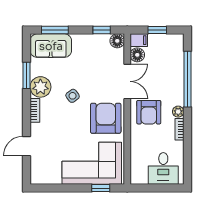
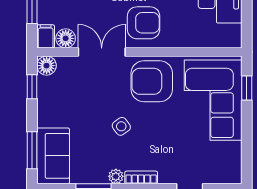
plant: (40, 87) -> (116, 176), width x0.53, depth x0.53

